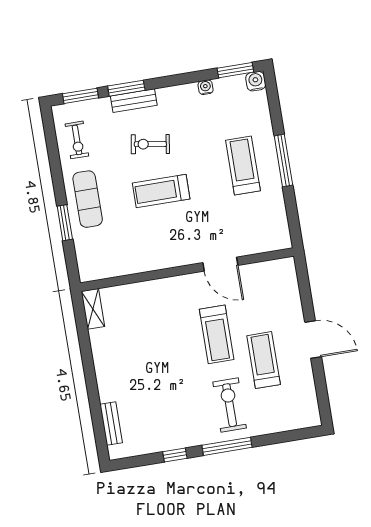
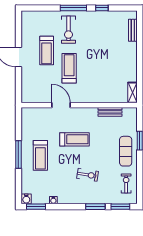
bench: (134, 101) -> (110, 112), moved
treadmill: (161, 191) -> (75, 139), moved

